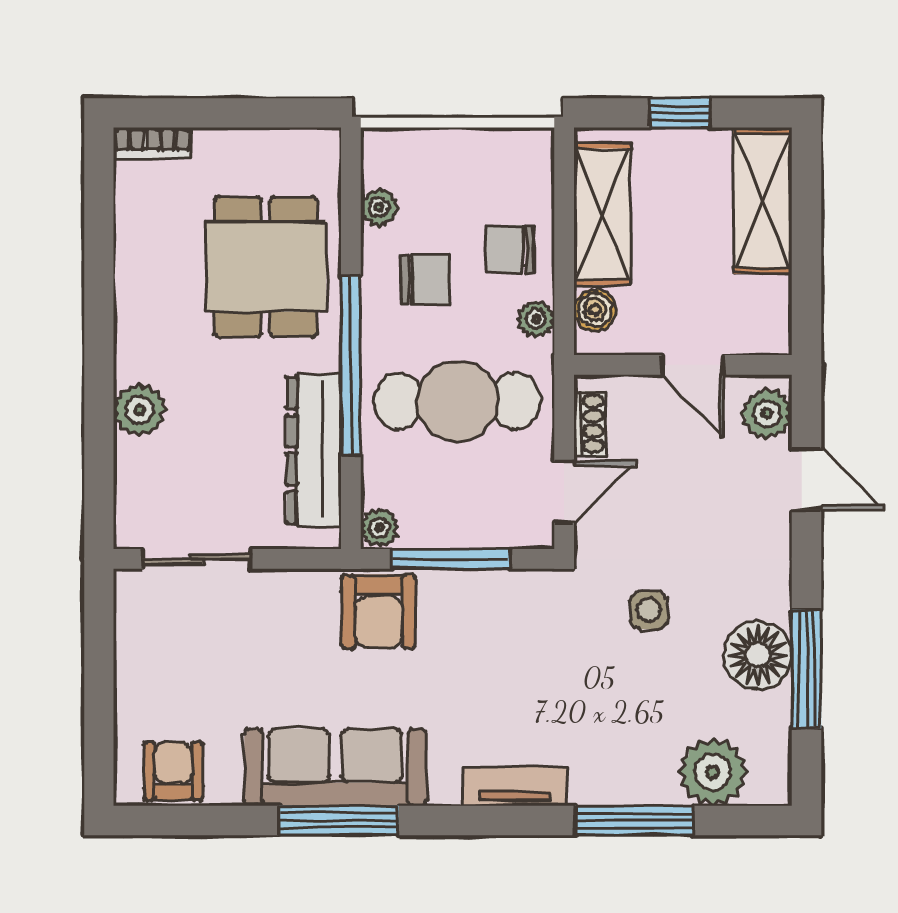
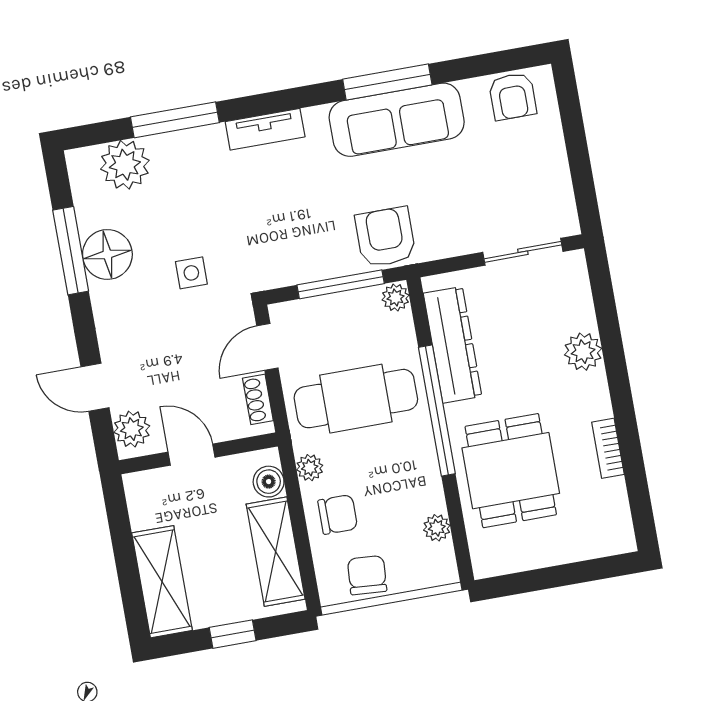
bookcase: (153, 143) -> (608, 448), moved, turned -90
chair: (426, 279) -> (367, 575), moved, turned 94

